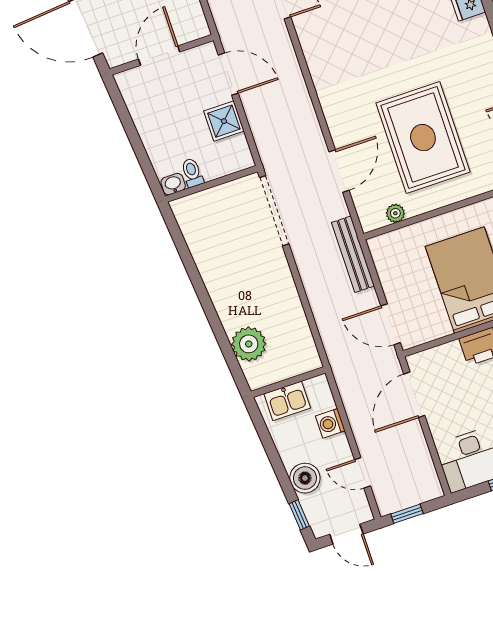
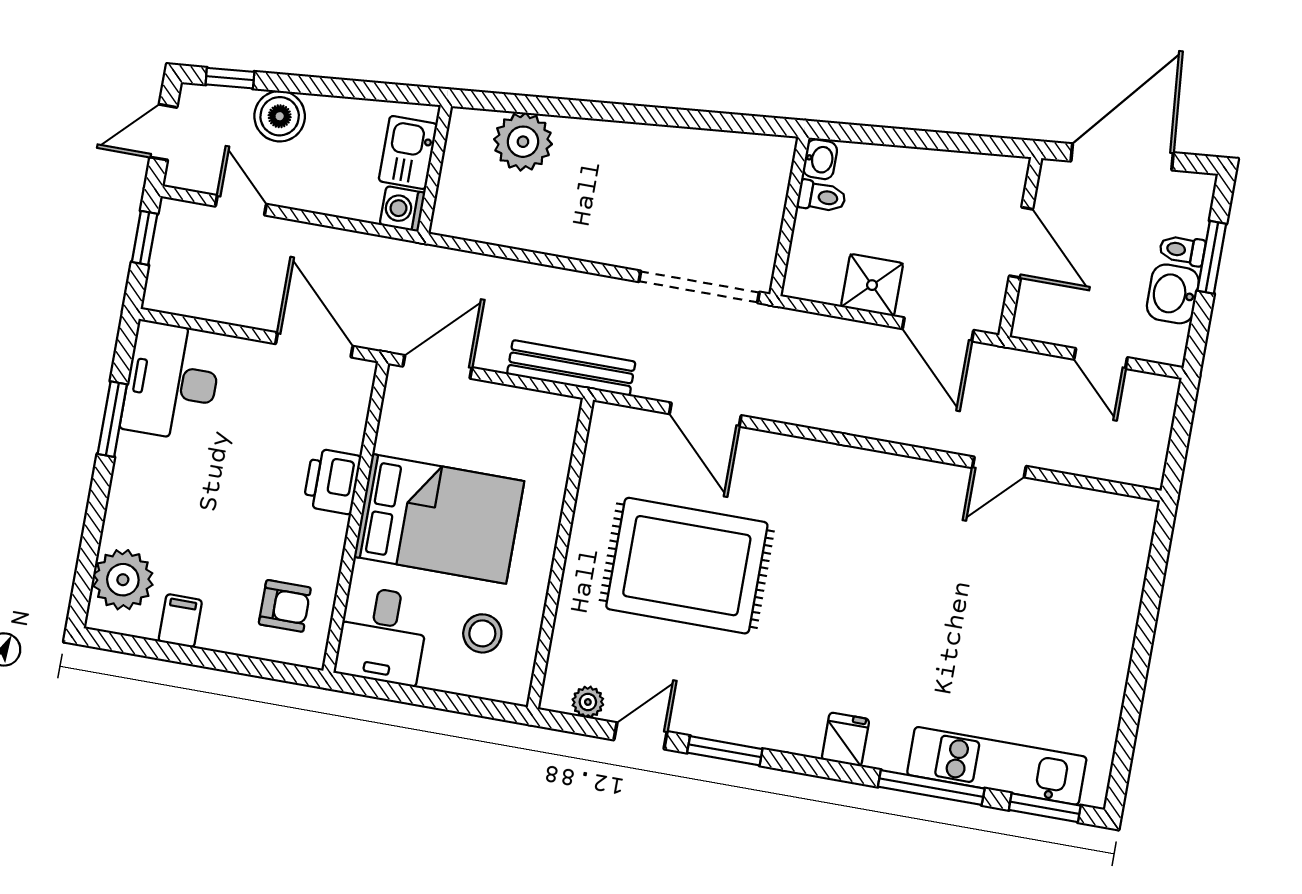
door: (228, 74) -> (938, 329), hinge flipped
plant: (395, 213) -> (597, 464), removed
washing machine: (330, 423) -> (402, 209), moved, turned -90
door: (362, 473) -> (241, 205), hinge flipped

